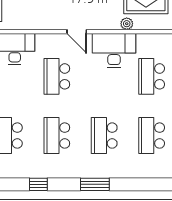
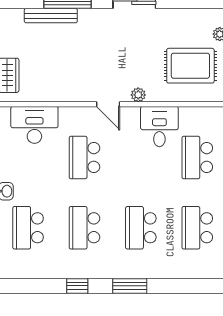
plant: (127, 24) -> (138, 95), moved
desk: (114, 50) -> (159, 127), width x0.73
window: (38, 184) -> (77, 286), moved

